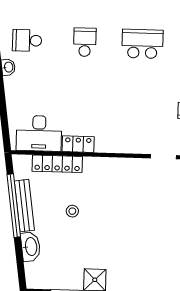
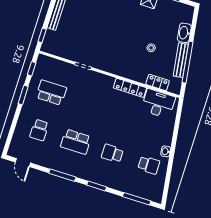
school desk: (85, 42) -> (112, 153), turned 90
locker: (78, 144) -> (130, 88), width x1.53
locker: (57, 164) -> (158, 83), width x0.66

